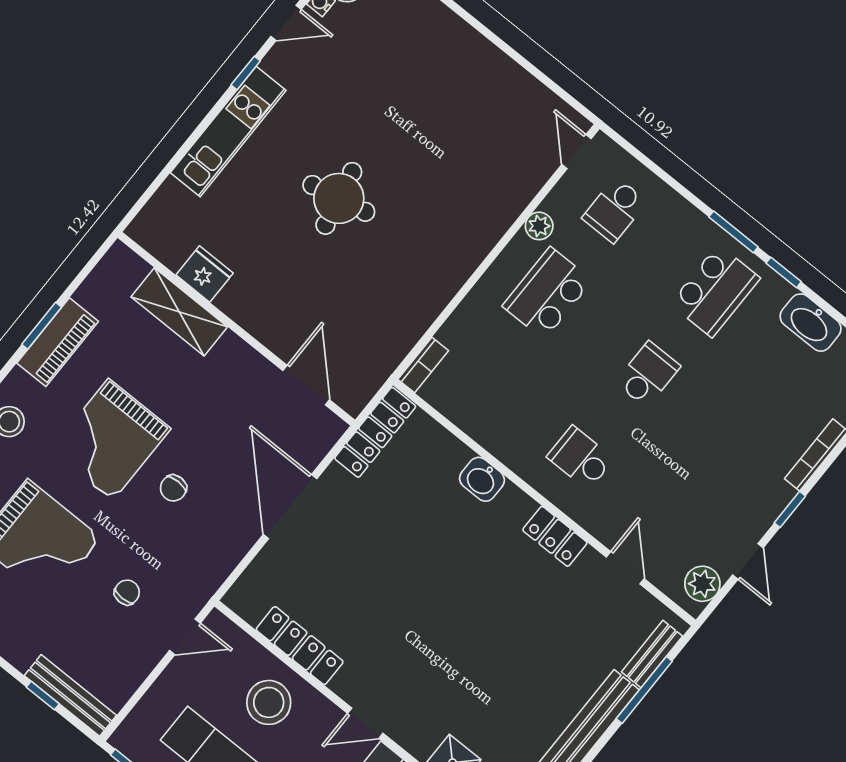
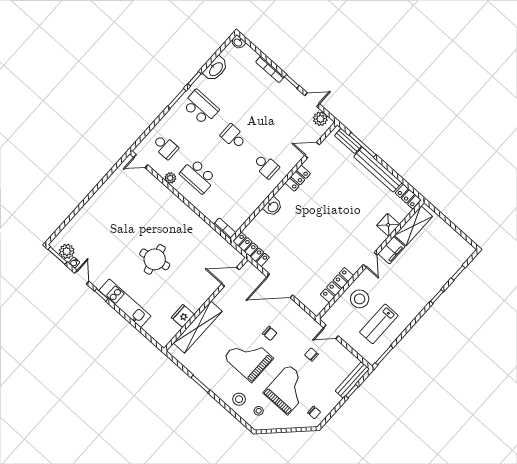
shelving: (179, 312) -> (198, 327), width x1.47
piano: (58, 342) -> (208, 378), removed
grand piano: (111, 440) -> (249, 358), turned 180
school desk: (580, 458) -> (266, 166), turned -90
door: (185, 637) -> (331, 332), swing flipped

